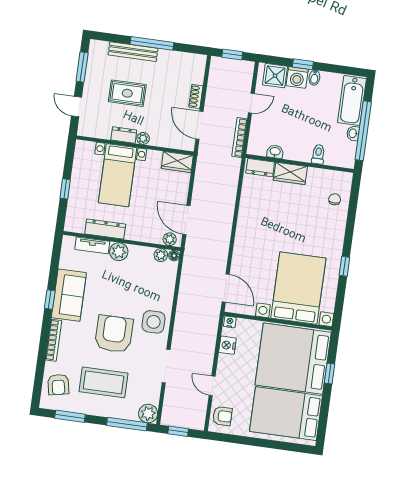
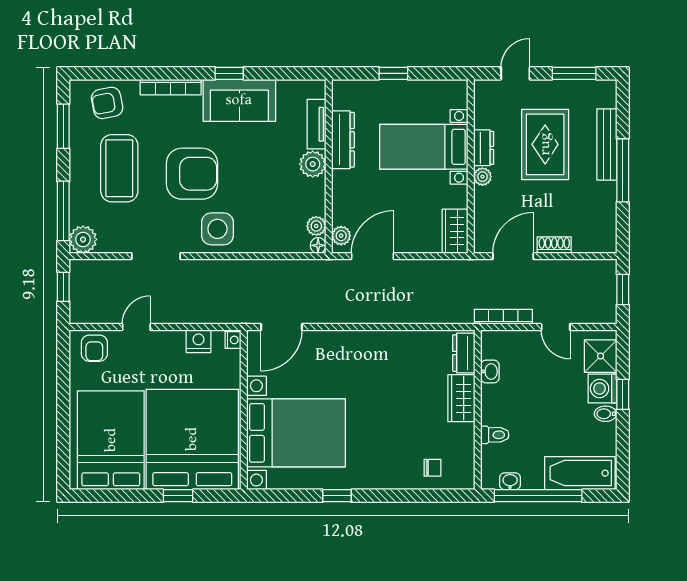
rug: (127, 93) -> (545, 144), width x1.36, depth x1.43
washbasin: (353, 133) -> (510, 481), moved

